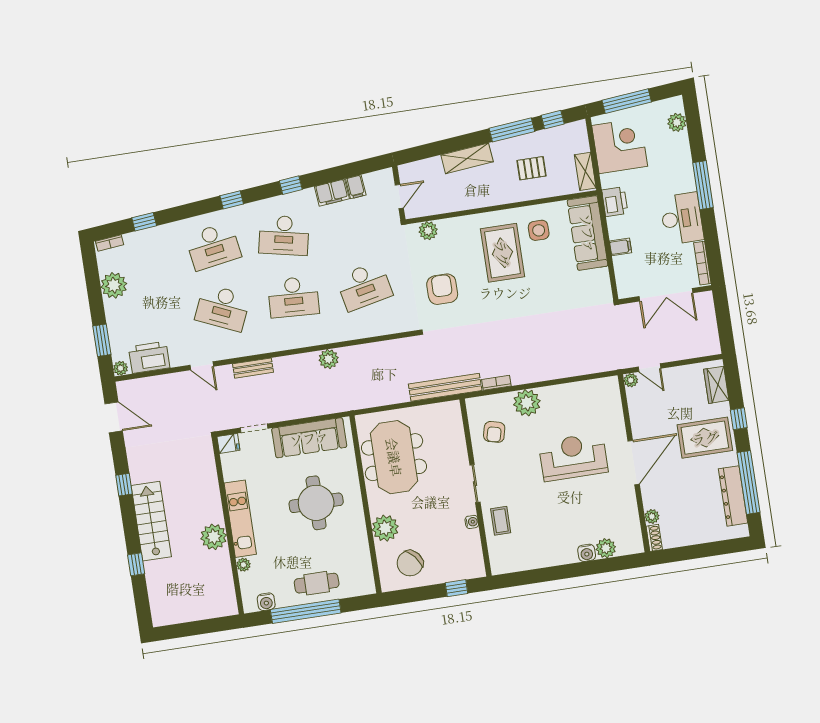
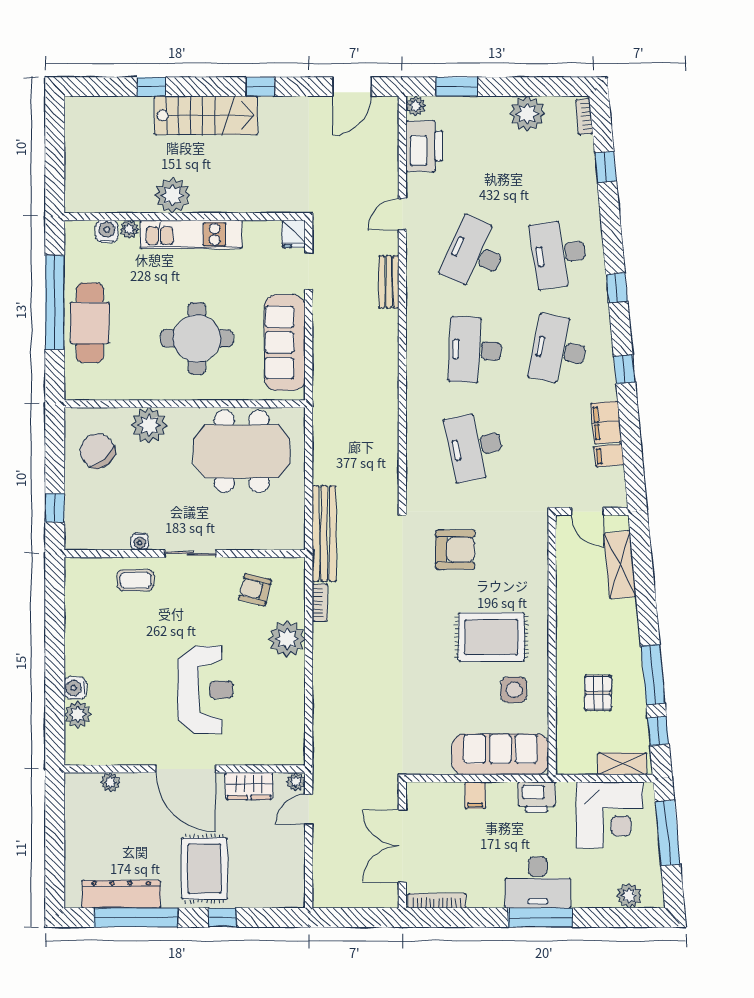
shelving: (467, 158) -> (620, 565), moved
shelving: (585, 171) -> (622, 764), moved
desk: (682, 218) -> (538, 882), moved
plant: (428, 231) -> (536, 543), removed
plant: (329, 359) -> (386, 384), removed
wardrobe: (716, 385) -> (249, 786), moved, turned 180
shoe rack: (654, 538) -> (81, 781), removed
cafe table: (317, 583) -> (90, 323), width x1.37, depth x1.35
water cooler: (266, 602) -> (107, 231), moved, turned 90

